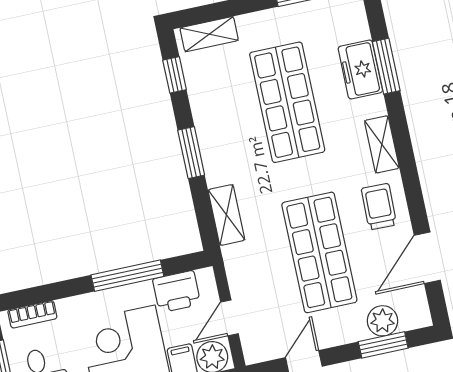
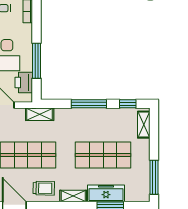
freezer: (360, 69) -> (106, 193), width x1.40
window: (191, 153) -> (89, 104), width x1.44
shelving: (226, 215) -> (40, 114), moved

